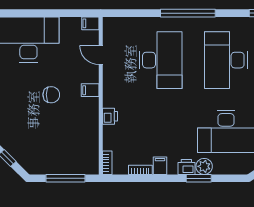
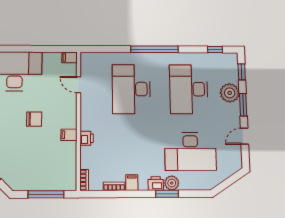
desk: (161, 60) -> (131, 89), turned 180
filing cabinet: (90, 90) -> (69, 135), moved

